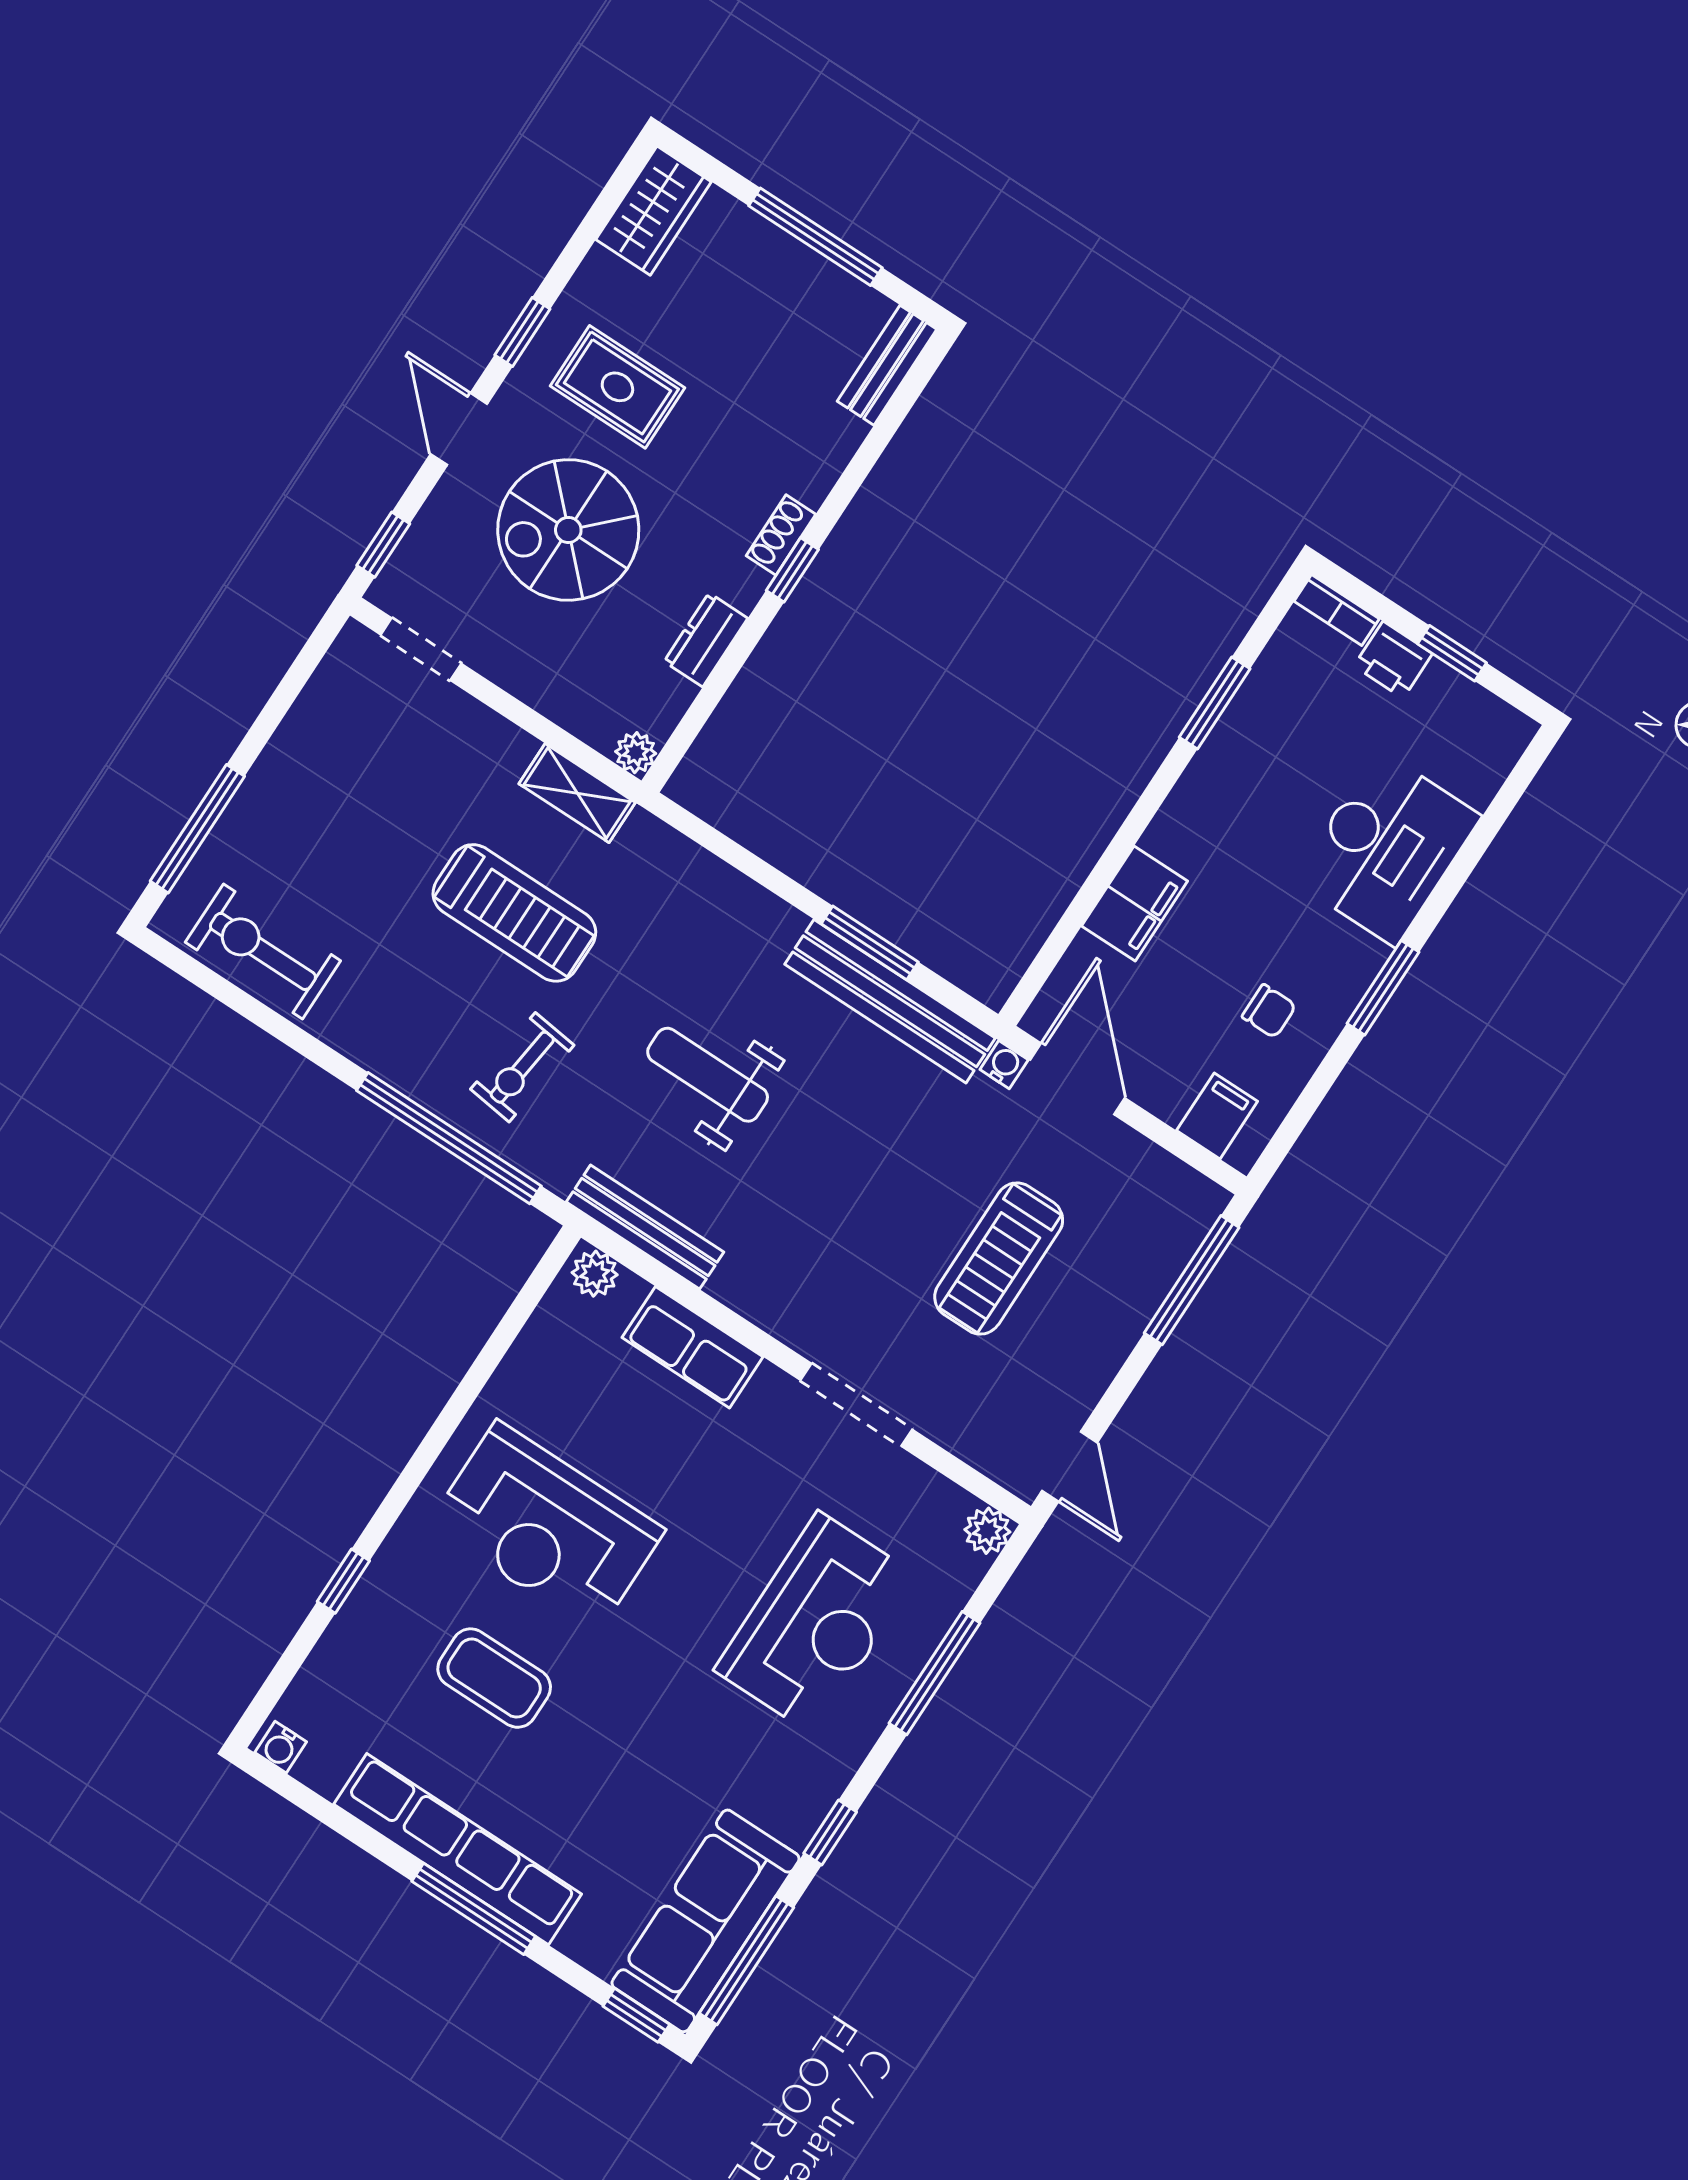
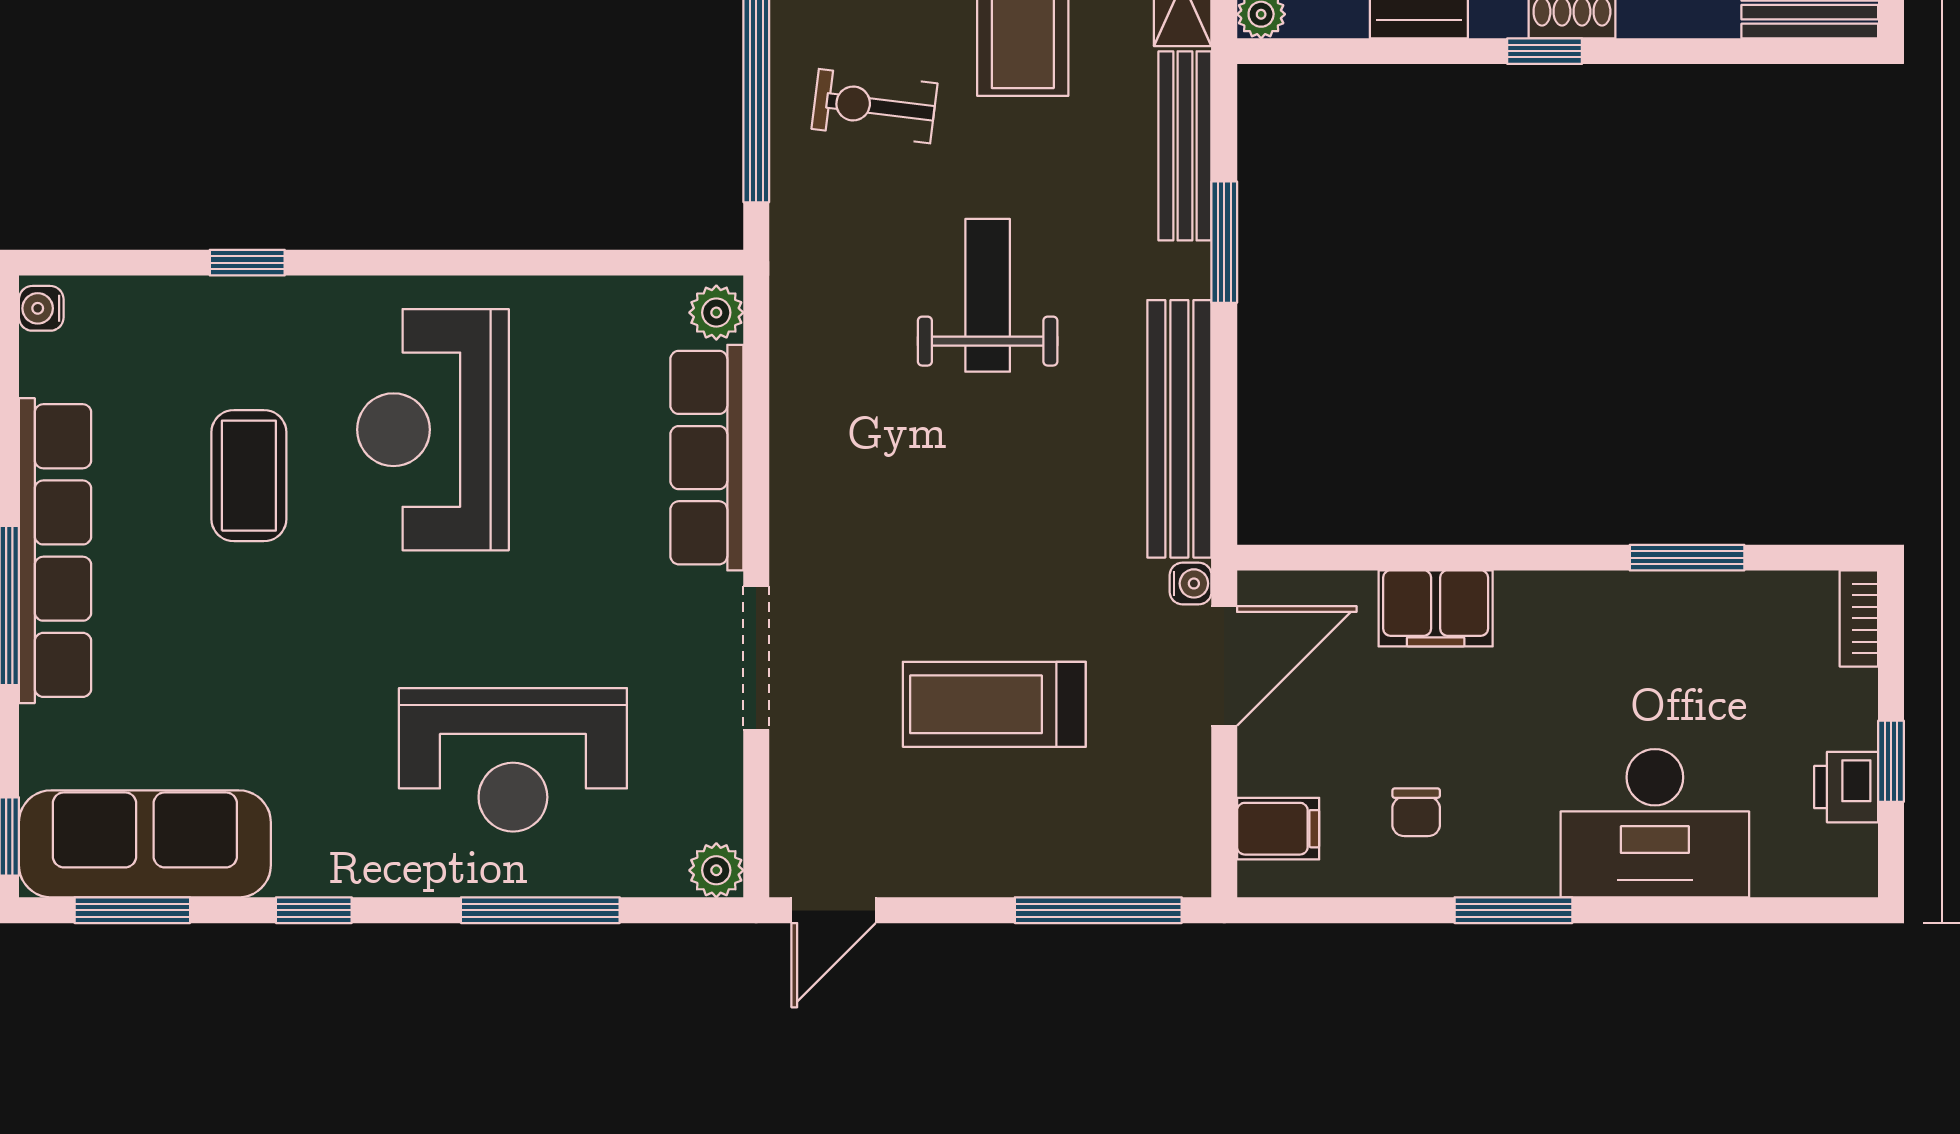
printer: (1393, 660) -> (1846, 787), moved
window: (870, 943) -> (1224, 242), moved
bench: (645, 1227) -> (1185, 146), moved
row of seats: (693, 1347) -> (707, 458), width x1.48
window: (746, 1960) -> (132, 910), width x0.69

